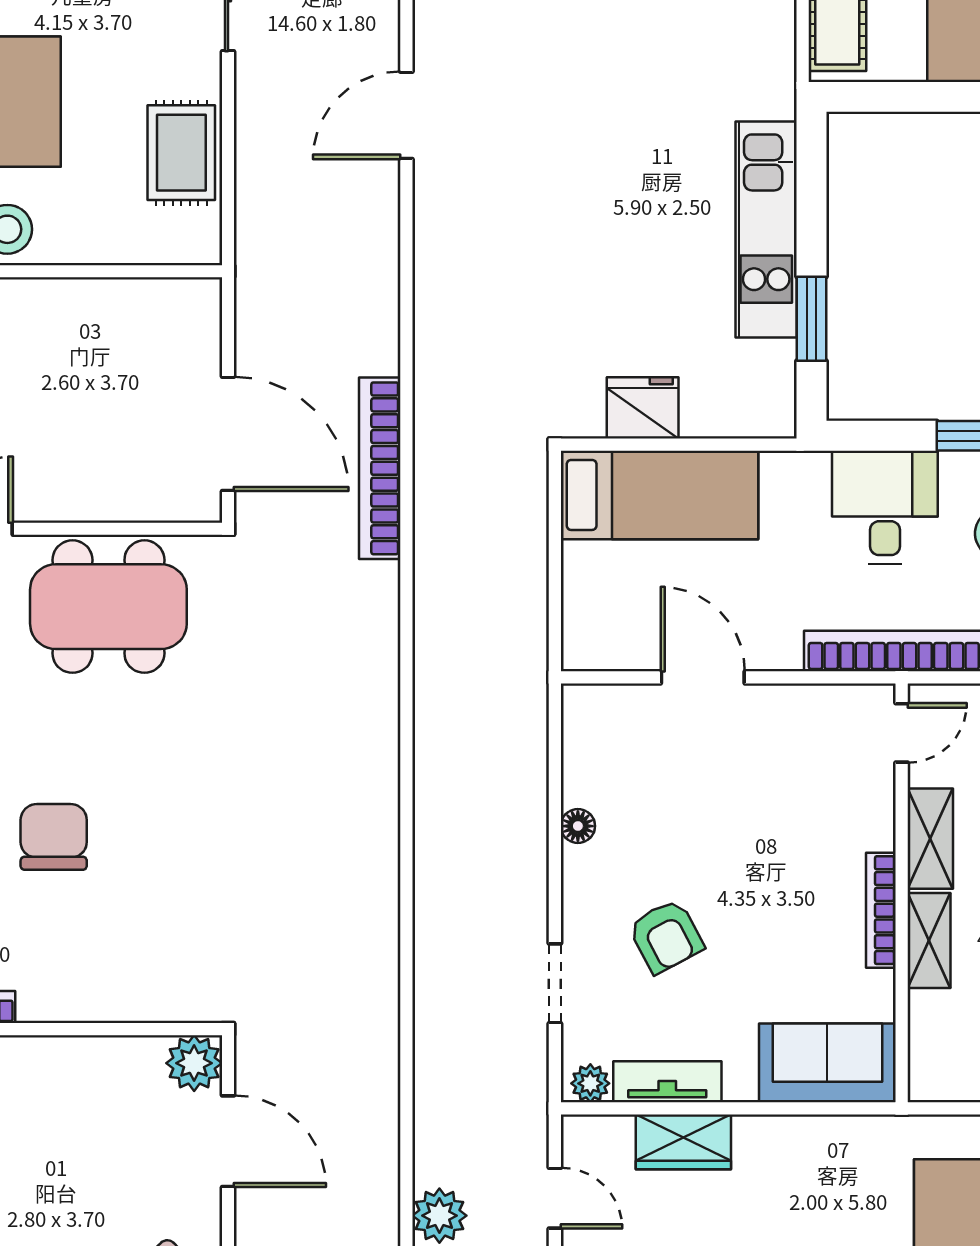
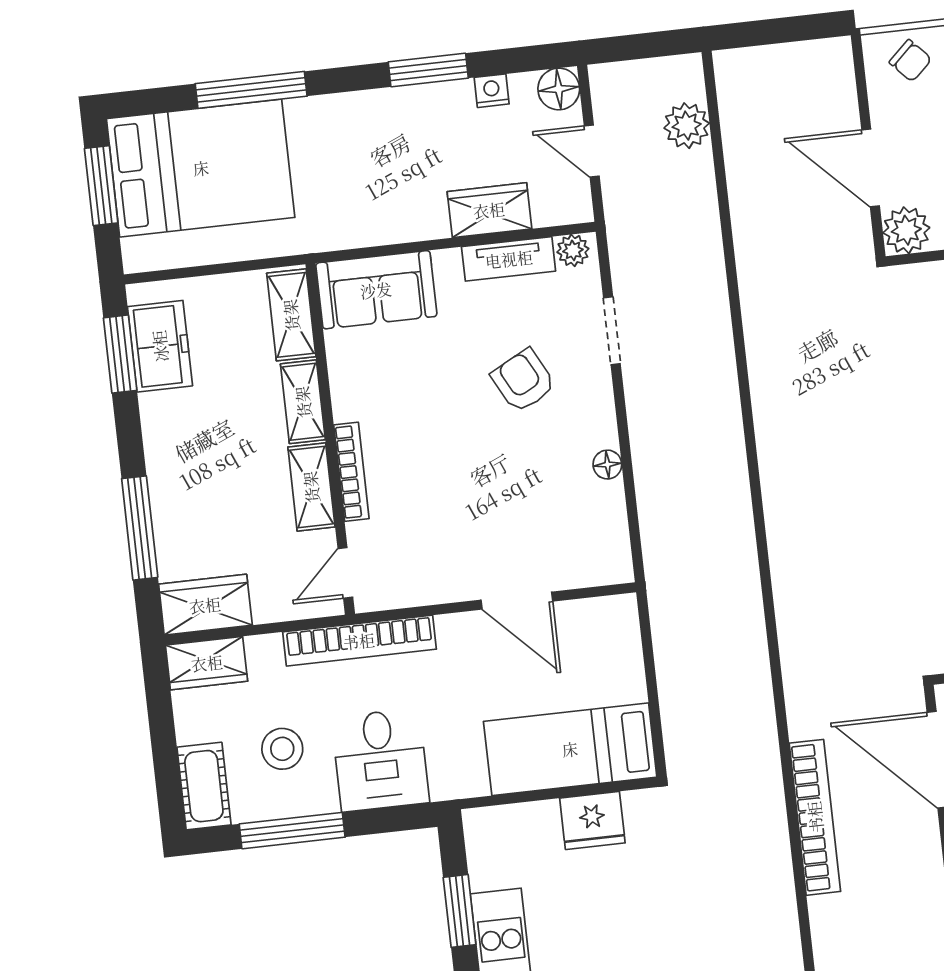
bookcase: (380, 468) -> (815, 817), moved
bookcase: (881, 910) -> (351, 472), moved
shelving: (931, 1044) -> (291, 315), added

